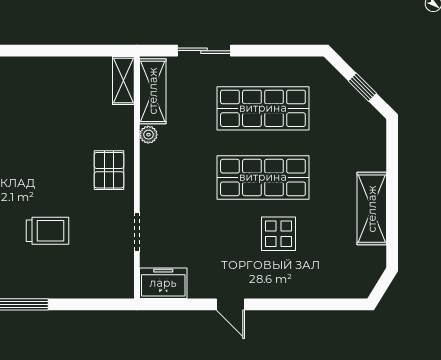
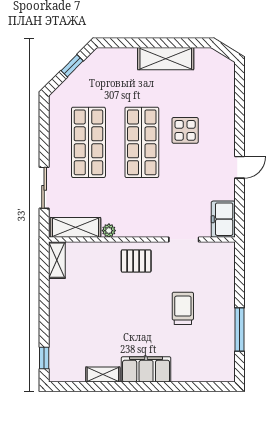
shelving: (123, 80) -> (57, 260), moved, turned 90

